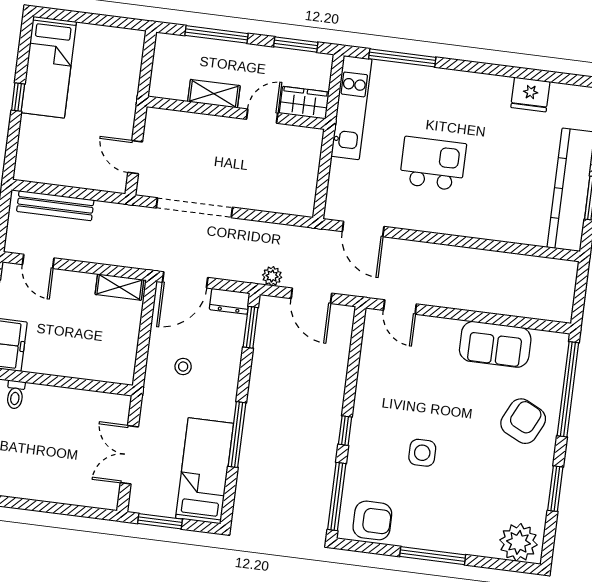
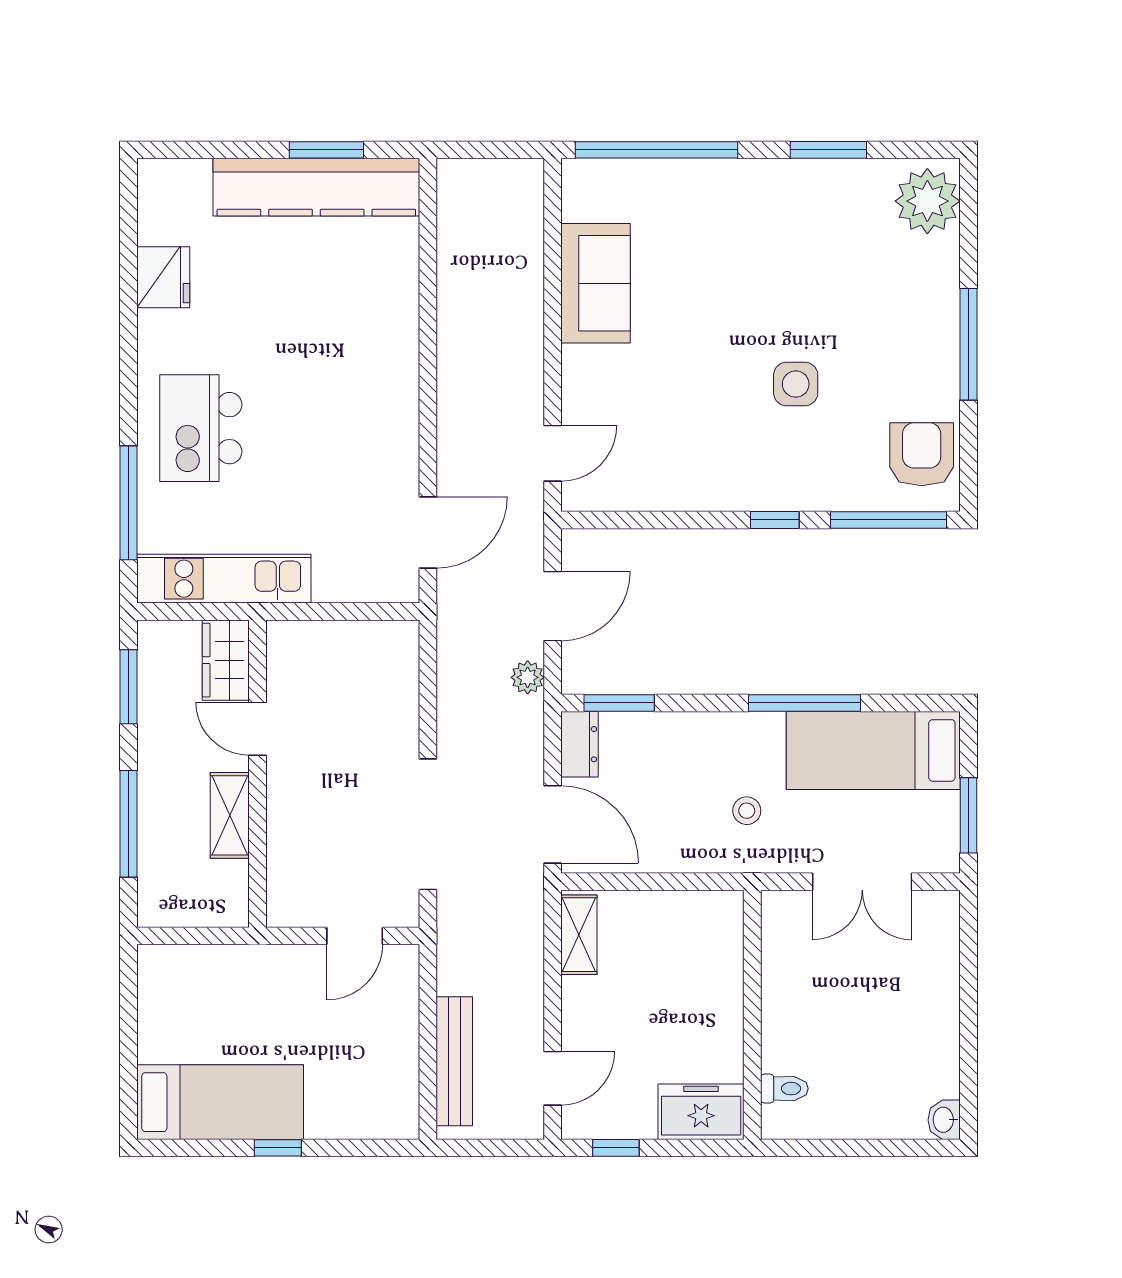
kitchen island: (433, 164) -> (201, 428), moved
stool: (183, 367) -> (747, 811), moved
armchair: (523, 421) -> (720, 219), removed

